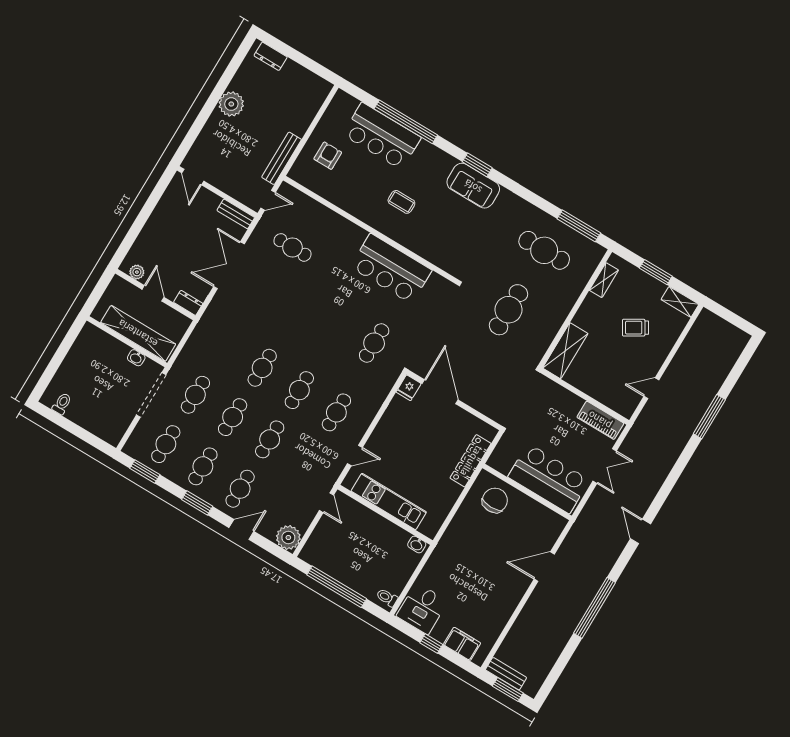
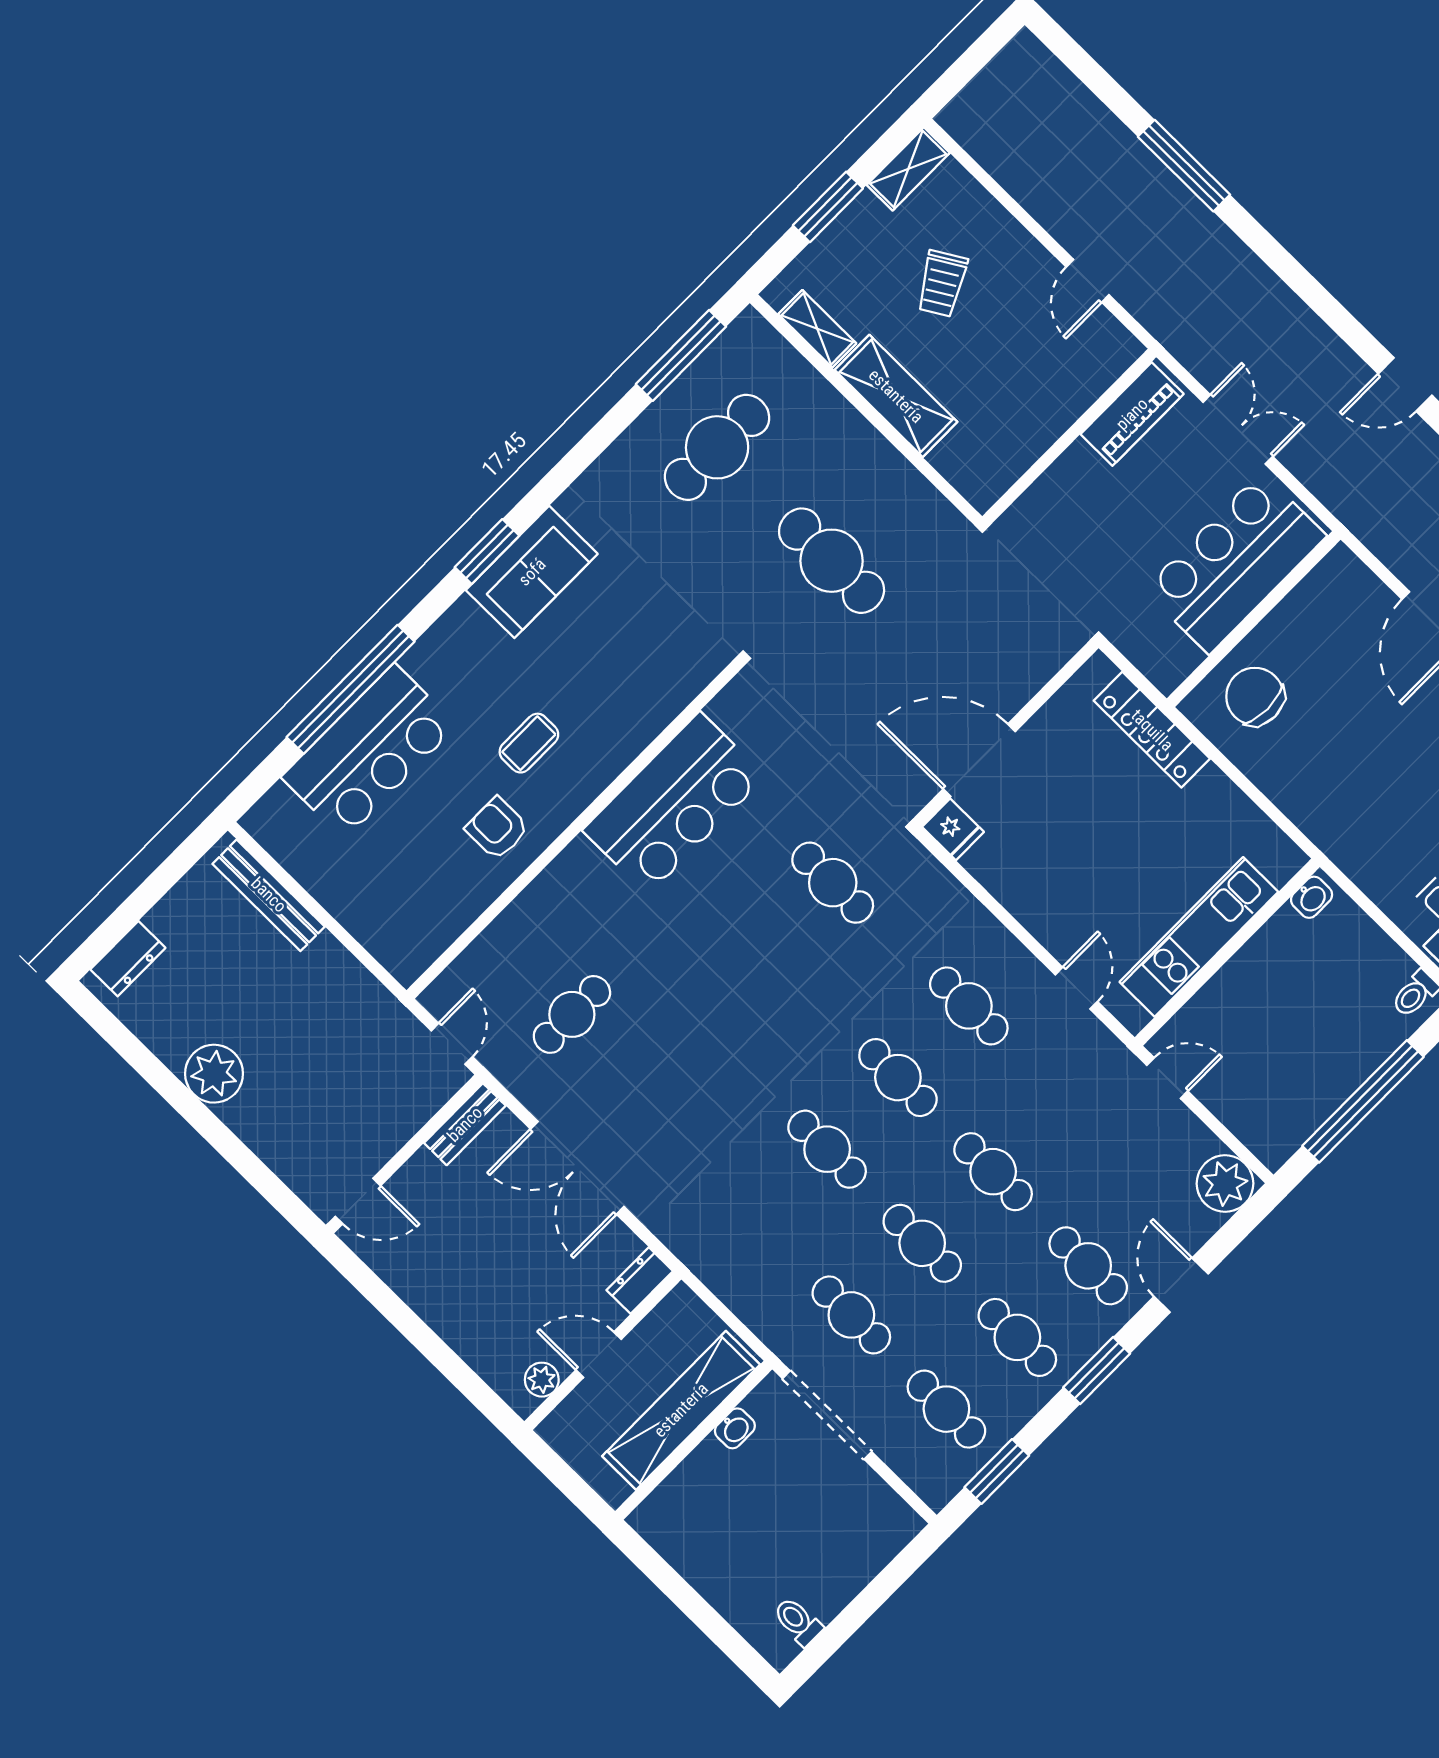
armchair: (328, 156) -> (497, 828), moved
bench: (282, 158) -> (269, 895), moved
shelving: (565, 351) -> (896, 396), moved

